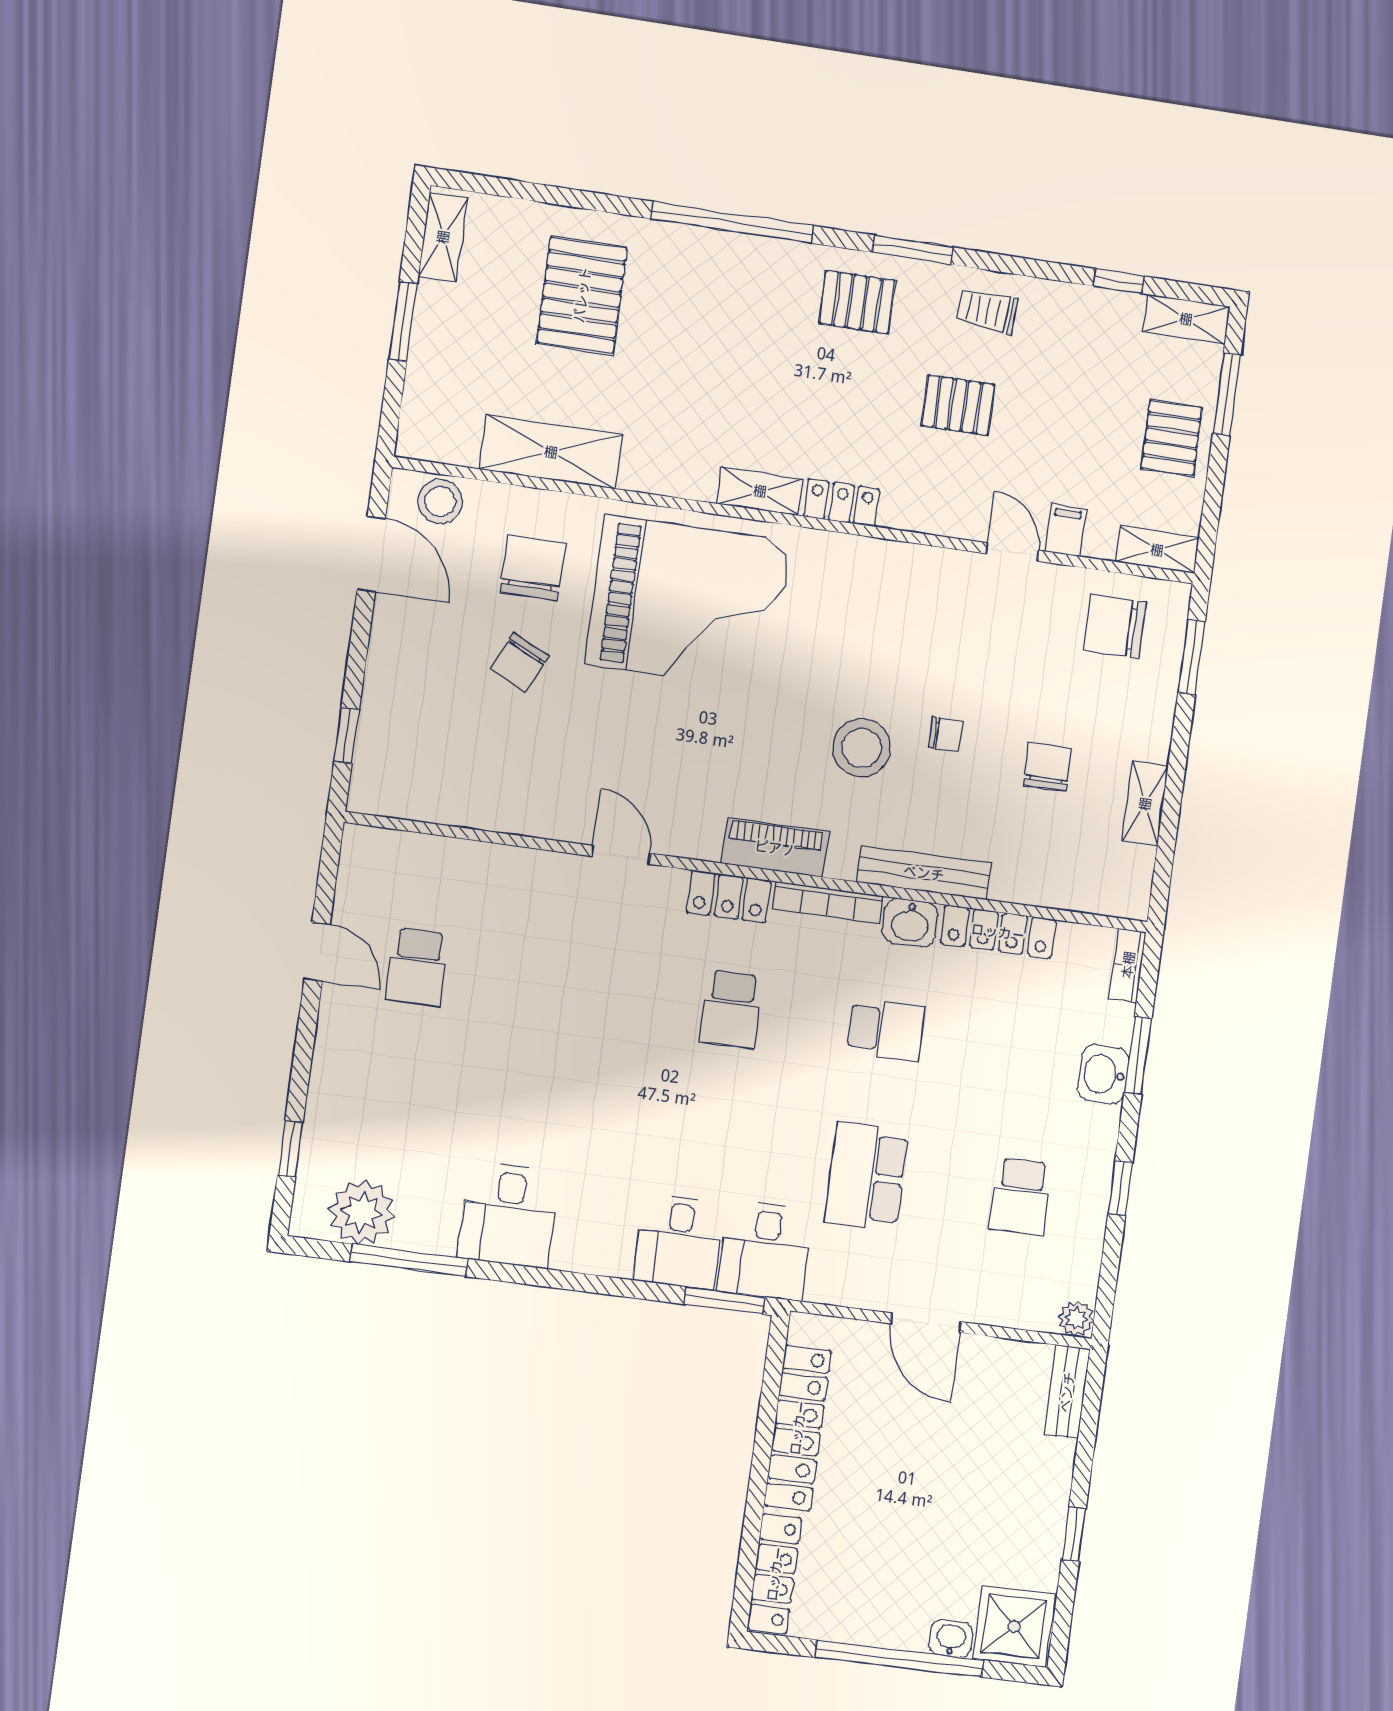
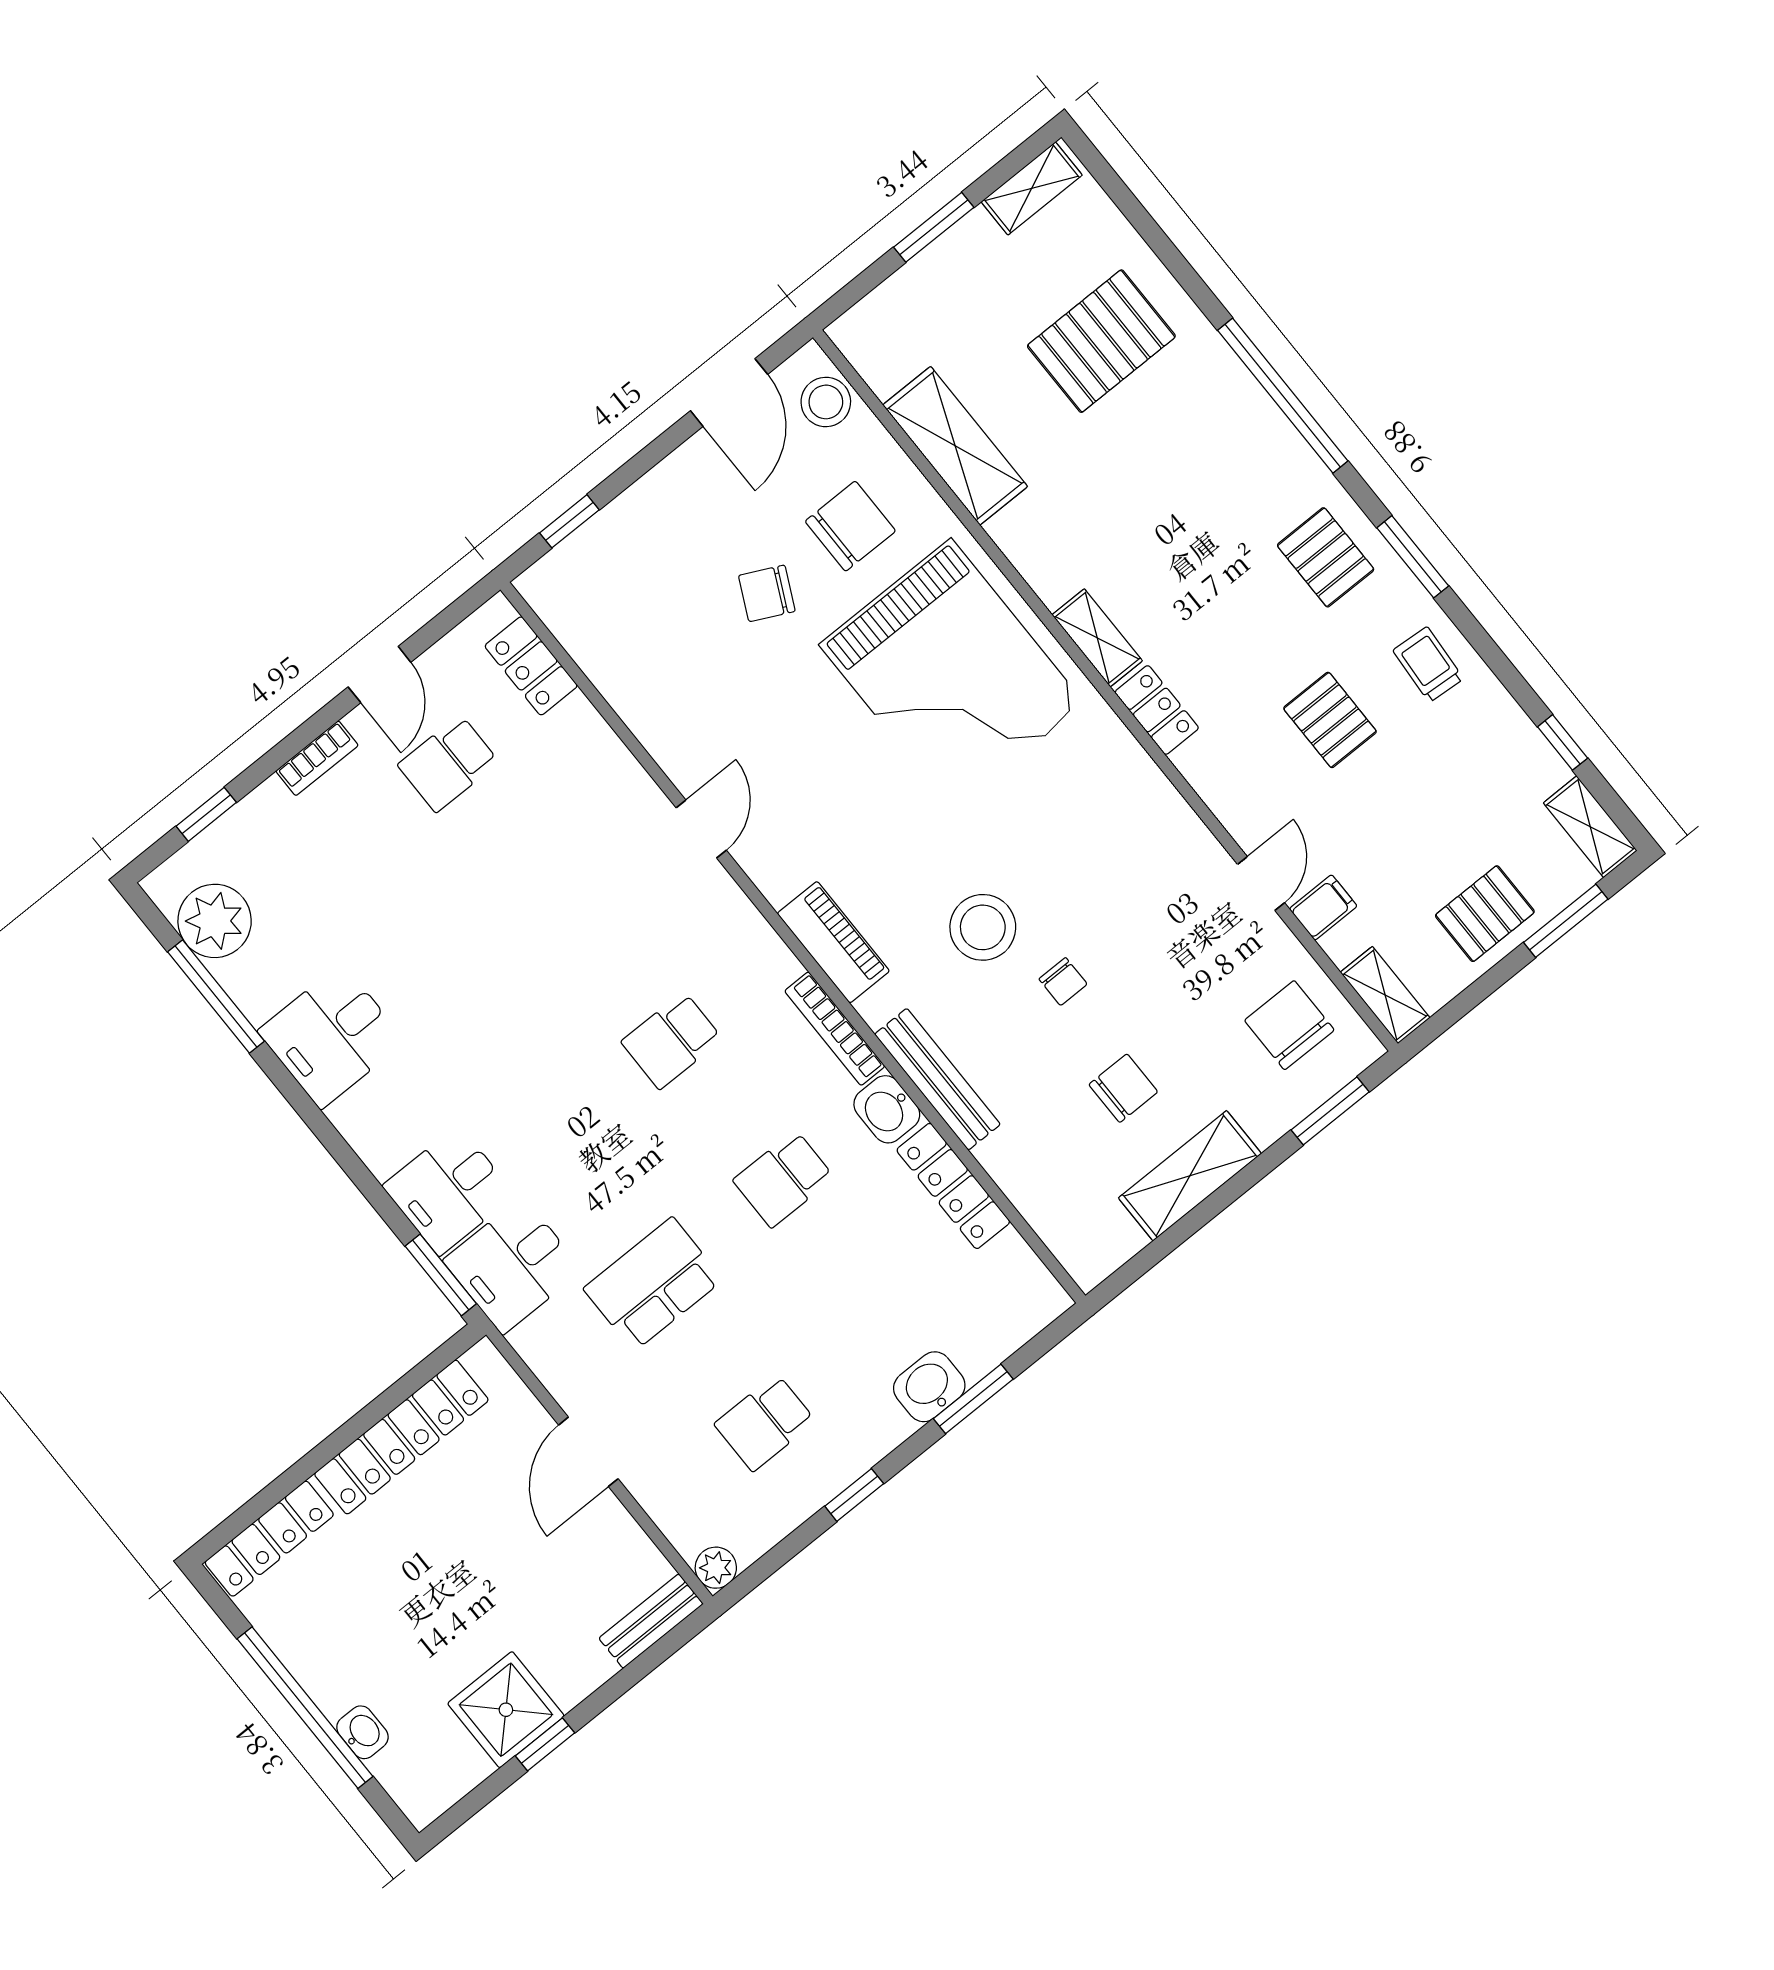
shelving: (1145, 804) -> (1190, 1176), width x1.50, depth x1.33
locker: (728, 896) -> (531, 666), moved
bookcase: (1128, 965) -> (317, 758), moved, turned 180
school desk: (886, 1030) -> (783, 1179), turned 90
shower: (1014, 1627) -> (506, 1710), moved

